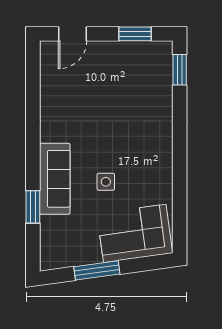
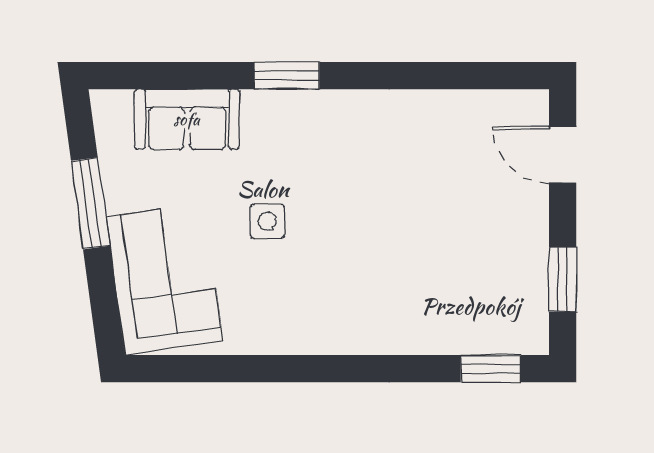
sofa: (55, 179) -> (187, 119), moved, width x0.73
window: (33, 207) -> (287, 76), moved

